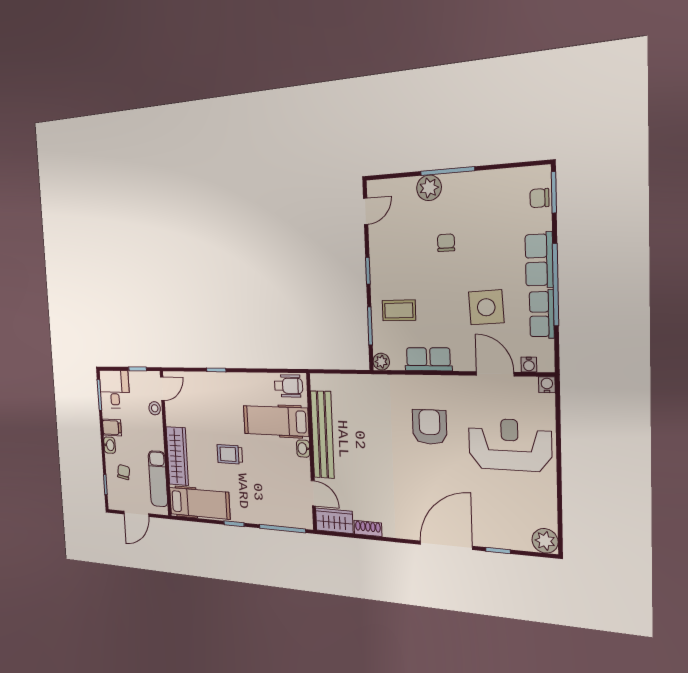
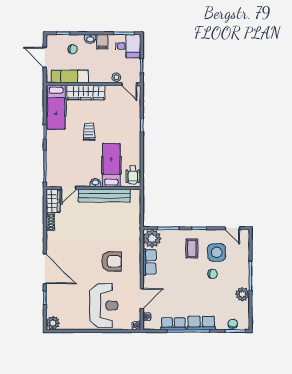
plant: (429, 188) -> (242, 294), moved
side table: (486, 307) -> (217, 252), moved
coffee table: (399, 310) -> (192, 248), moved
plant: (381, 362) -> (152, 239), width x1.88, depth x1.88

